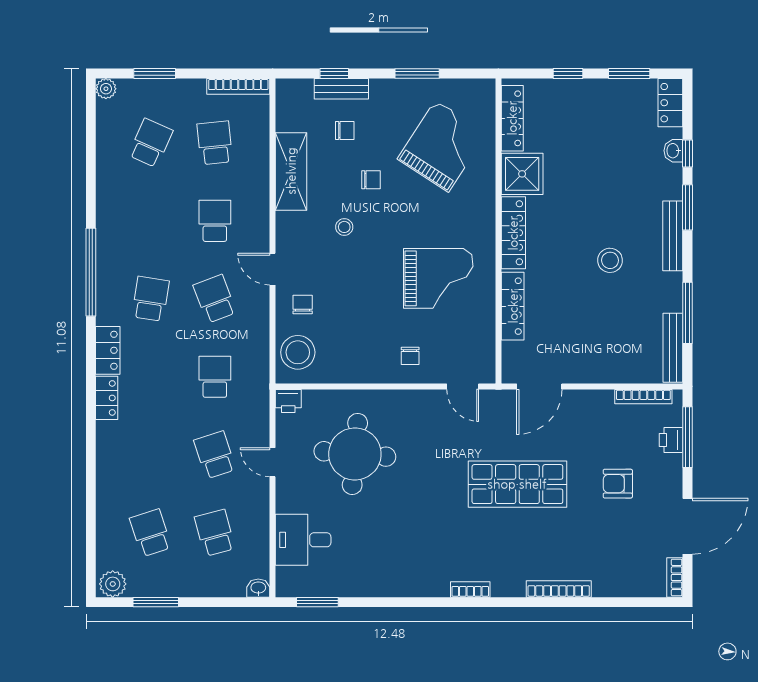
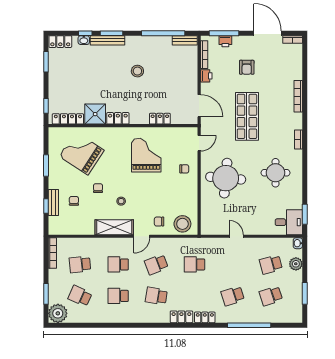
window: (568, 74) -> (46, 106), moved
plant: (106, 89) -> (58, 313), width x1.87, depth x1.87
shelving: (291, 171) -> (114, 227), moved
school desk: (151, 221) -> (118, 296), added
locker: (513, 233) -> (118, 118), width x0.66
bench: (673, 236) -> (107, 40), moved
window: (91, 272) -> (249, 325), moved
locker: (513, 306) -> (160, 119), width x0.66
window: (687, 313) -> (163, 33), width x1.46
bench: (673, 348) -> (185, 40), width x0.73
printer: (288, 401) -> (206, 76), moved
round table: (355, 454) -> (226, 178), moved
school desk: (215, 455) -> (233, 296), moved
door: (273, 462) -> (236, 236), swing flipped
desk: (303, 540) -> (289, 222), moved, turned -90
round table: (402, 542) -> (275, 173), added
plant: (113, 584) -> (296, 264), moved

